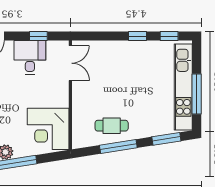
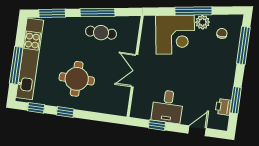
double door: (70, 63) -> (135, 71), moved
round table: (130, 73) -> (77, 79), added
window: (197, 94) -> (16, 65), moved
corner desk: (48, 129) -> (175, 35), moved, turned 81

